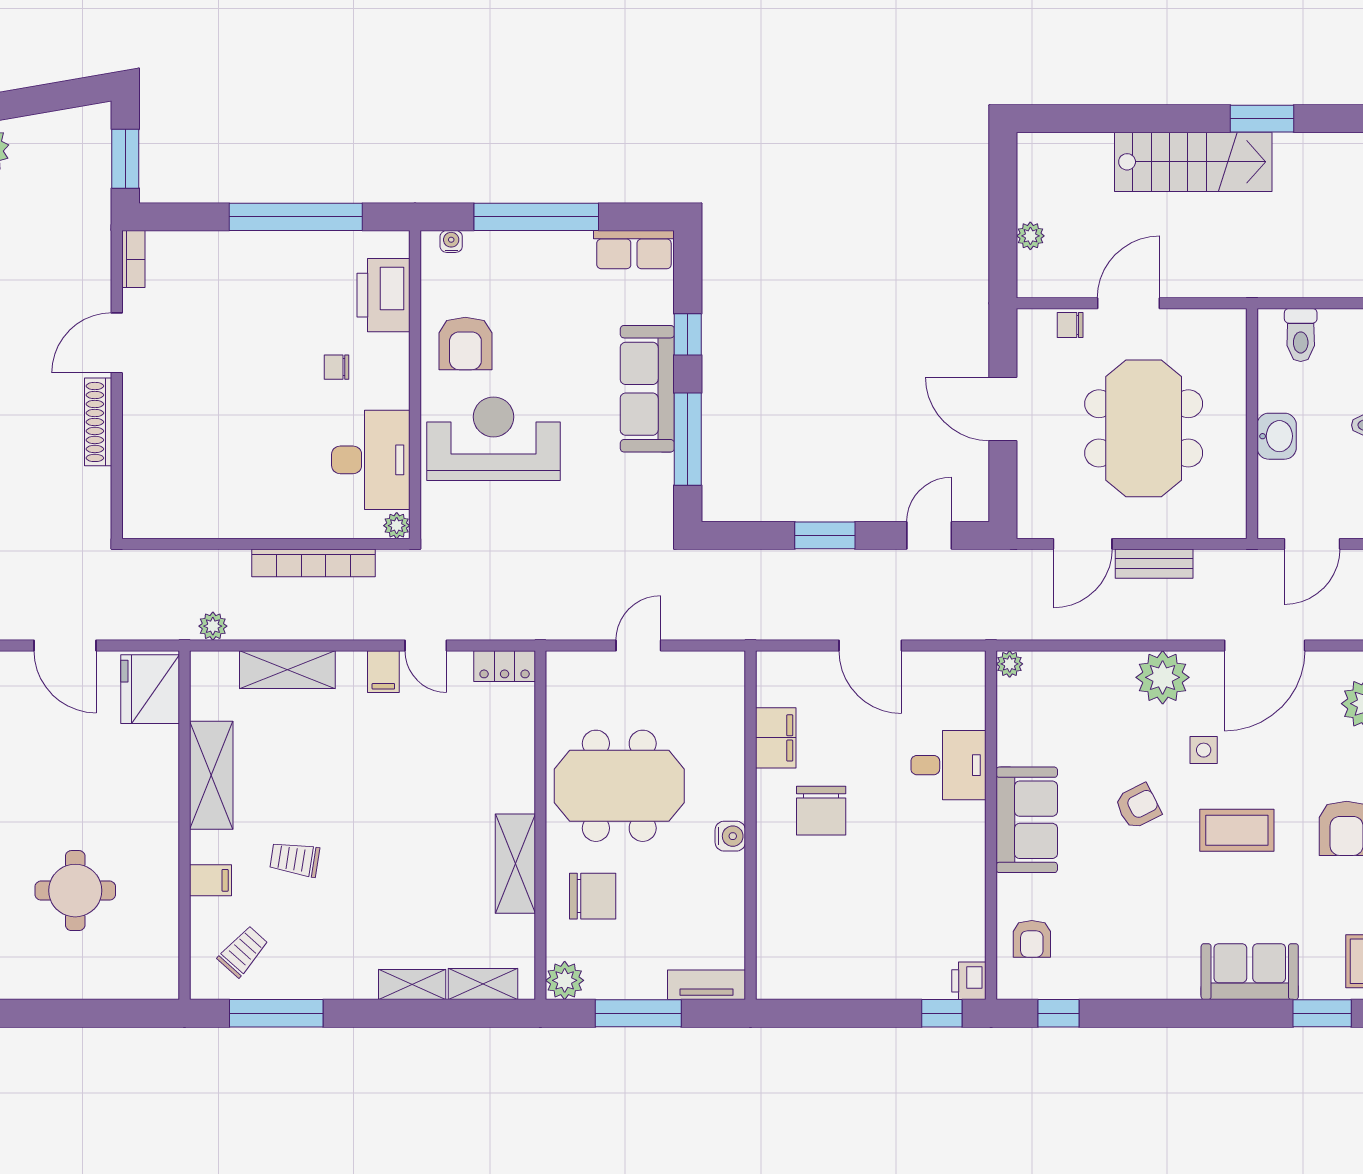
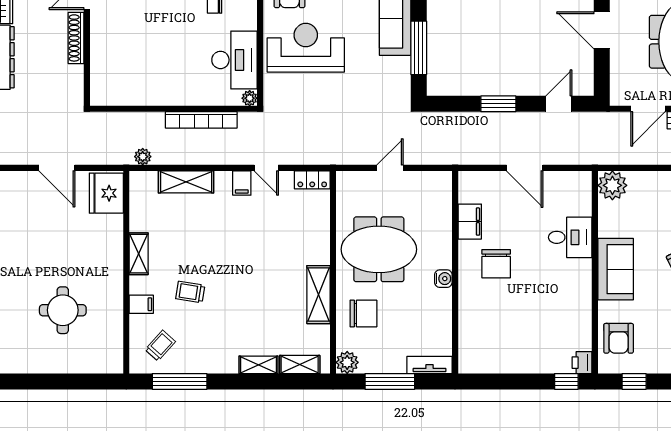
plant: (1010, 664) -> (612, 185), width x1.88, depth x1.88
shelving: (211, 775) -> (139, 254), width x0.67, depth x0.75
armchair: (1032, 939) -> (619, 338), width x1.38, depth x1.38

